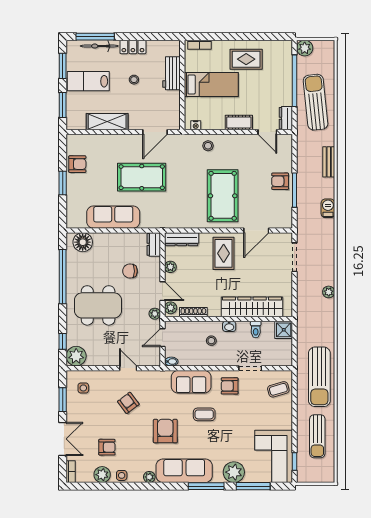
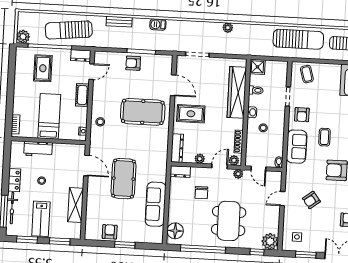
rug: (246, 59) -> (43, 68), moved
armchair: (280, 181) -> (133, 63), turned 90

